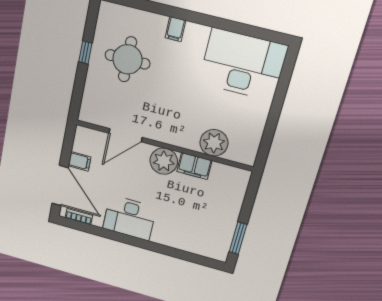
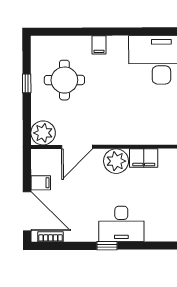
plant: (214, 143) -> (43, 133), moved
desk: (129, 218) -> (121, 224), moved
window: (134, 241) -> (107, 246), added

